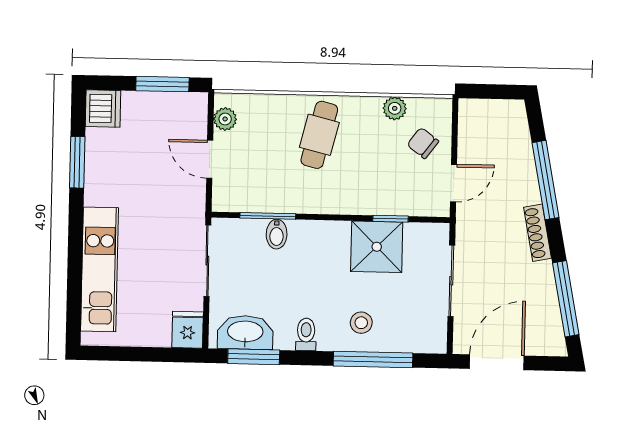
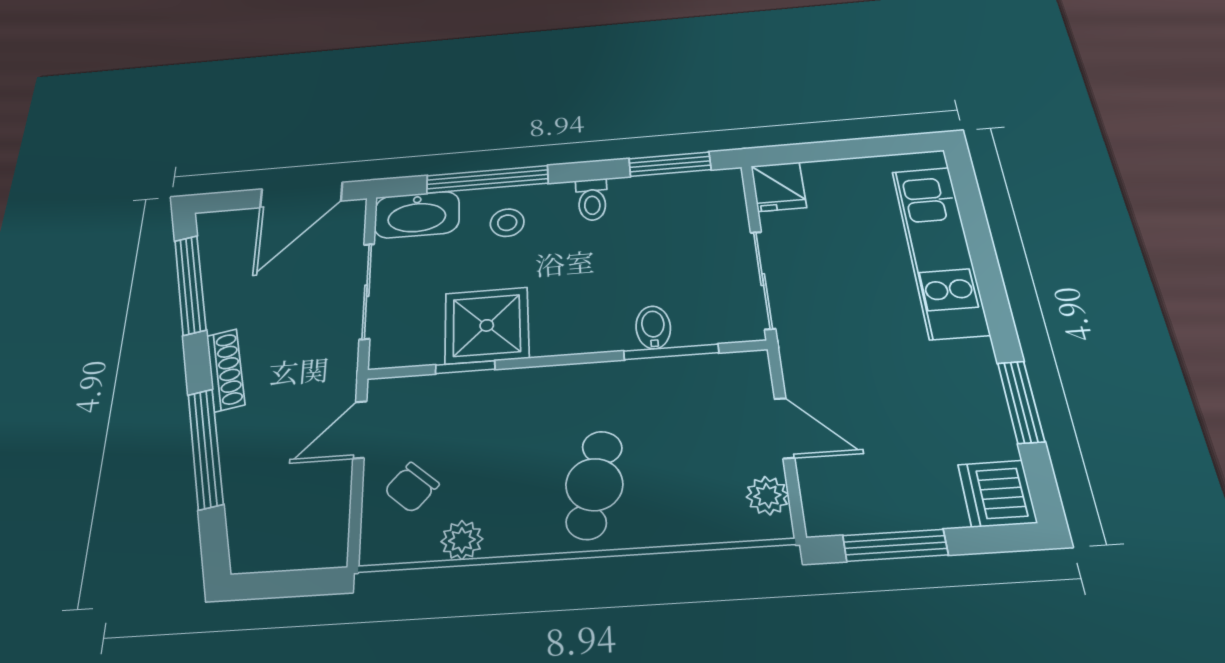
chair: (423, 143) -> (412, 487), turned 95
washbasin: (245, 332) -> (417, 215), moved

